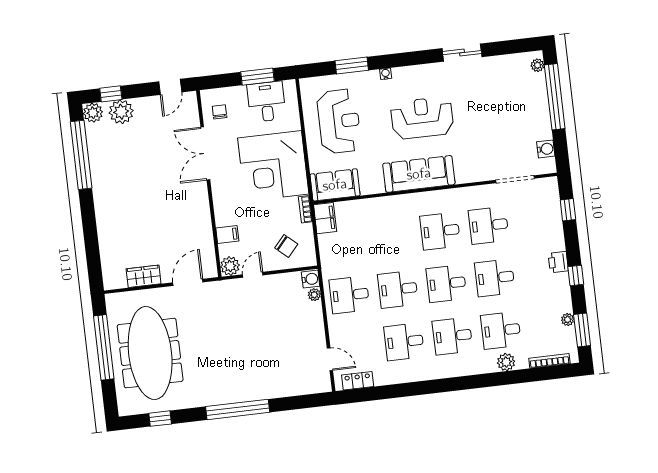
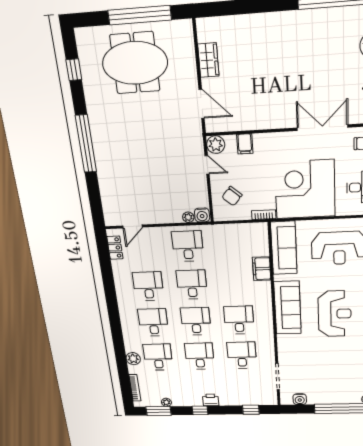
sofa: (335, 185) -> (284, 248), width x1.36
filing cabinet: (325, 218) -> (262, 269), moved, turned 90
meeting table: (150, 353) -> (135, 63), width x0.73

